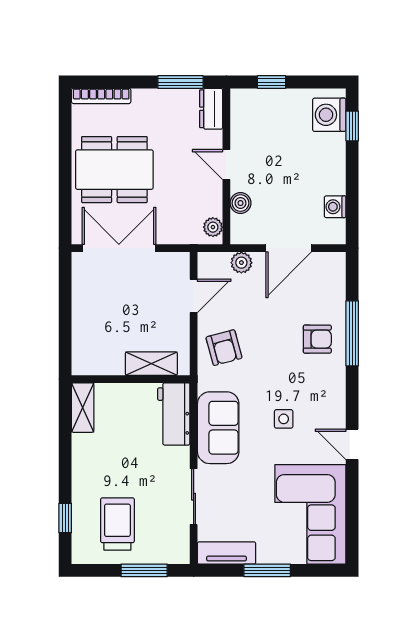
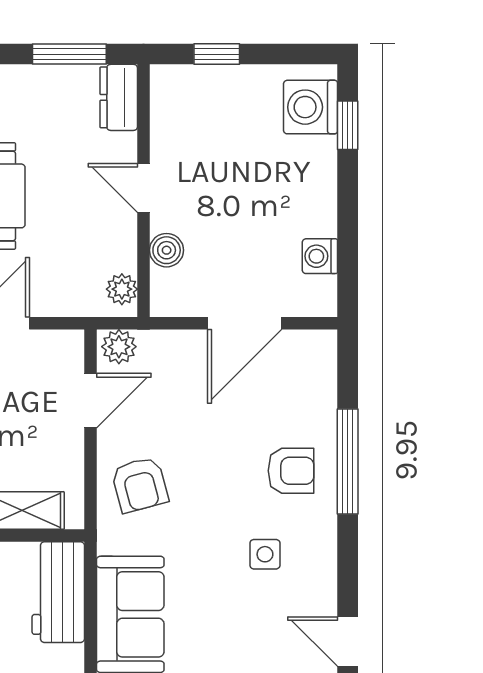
plant: (241, 263) -> (119, 347), moved
side table: (284, 419) -> (265, 554), moved

